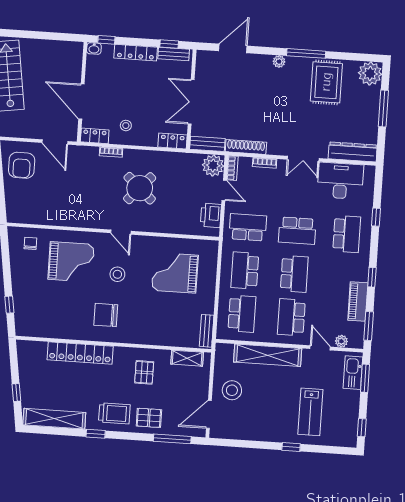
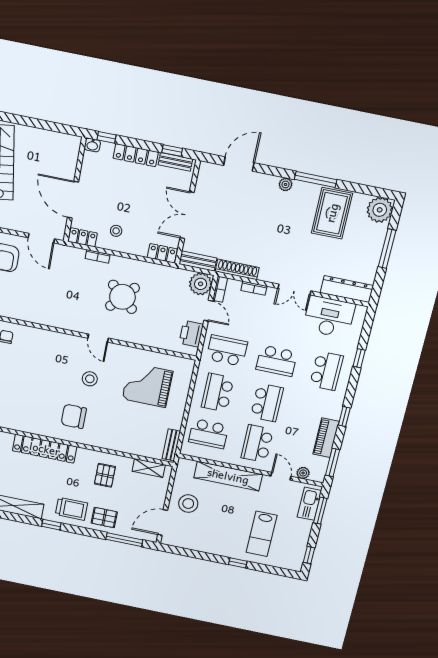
grand piano: (71, 262) -> (45, 361), removed
school desk: (242, 314) -> (209, 434), turned 90

